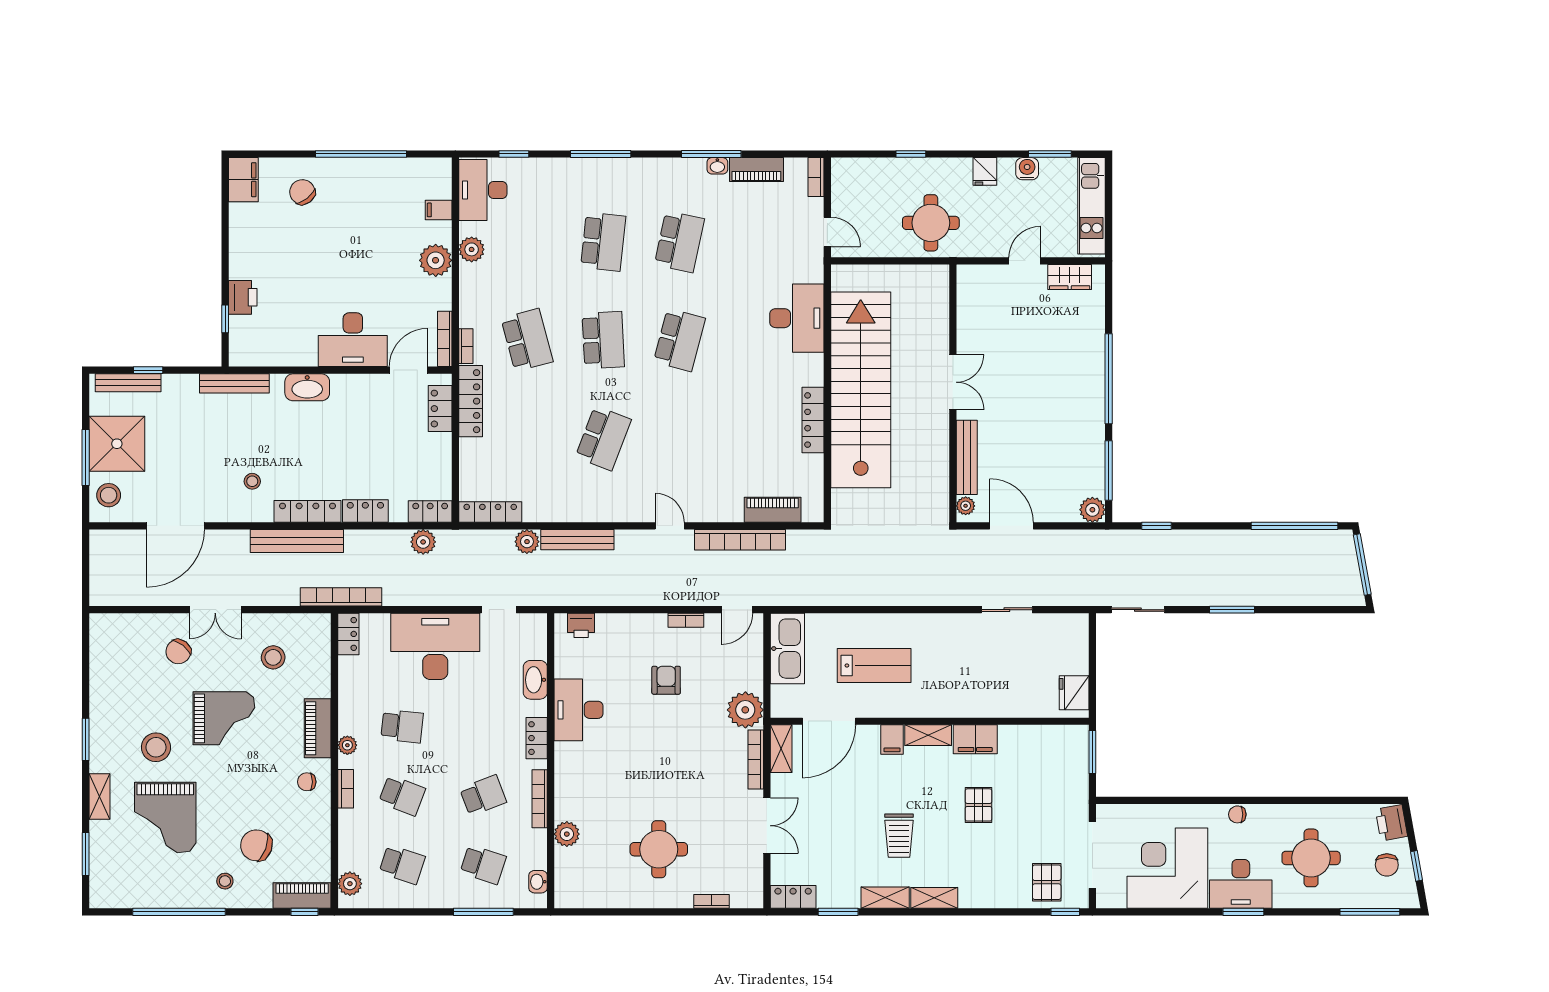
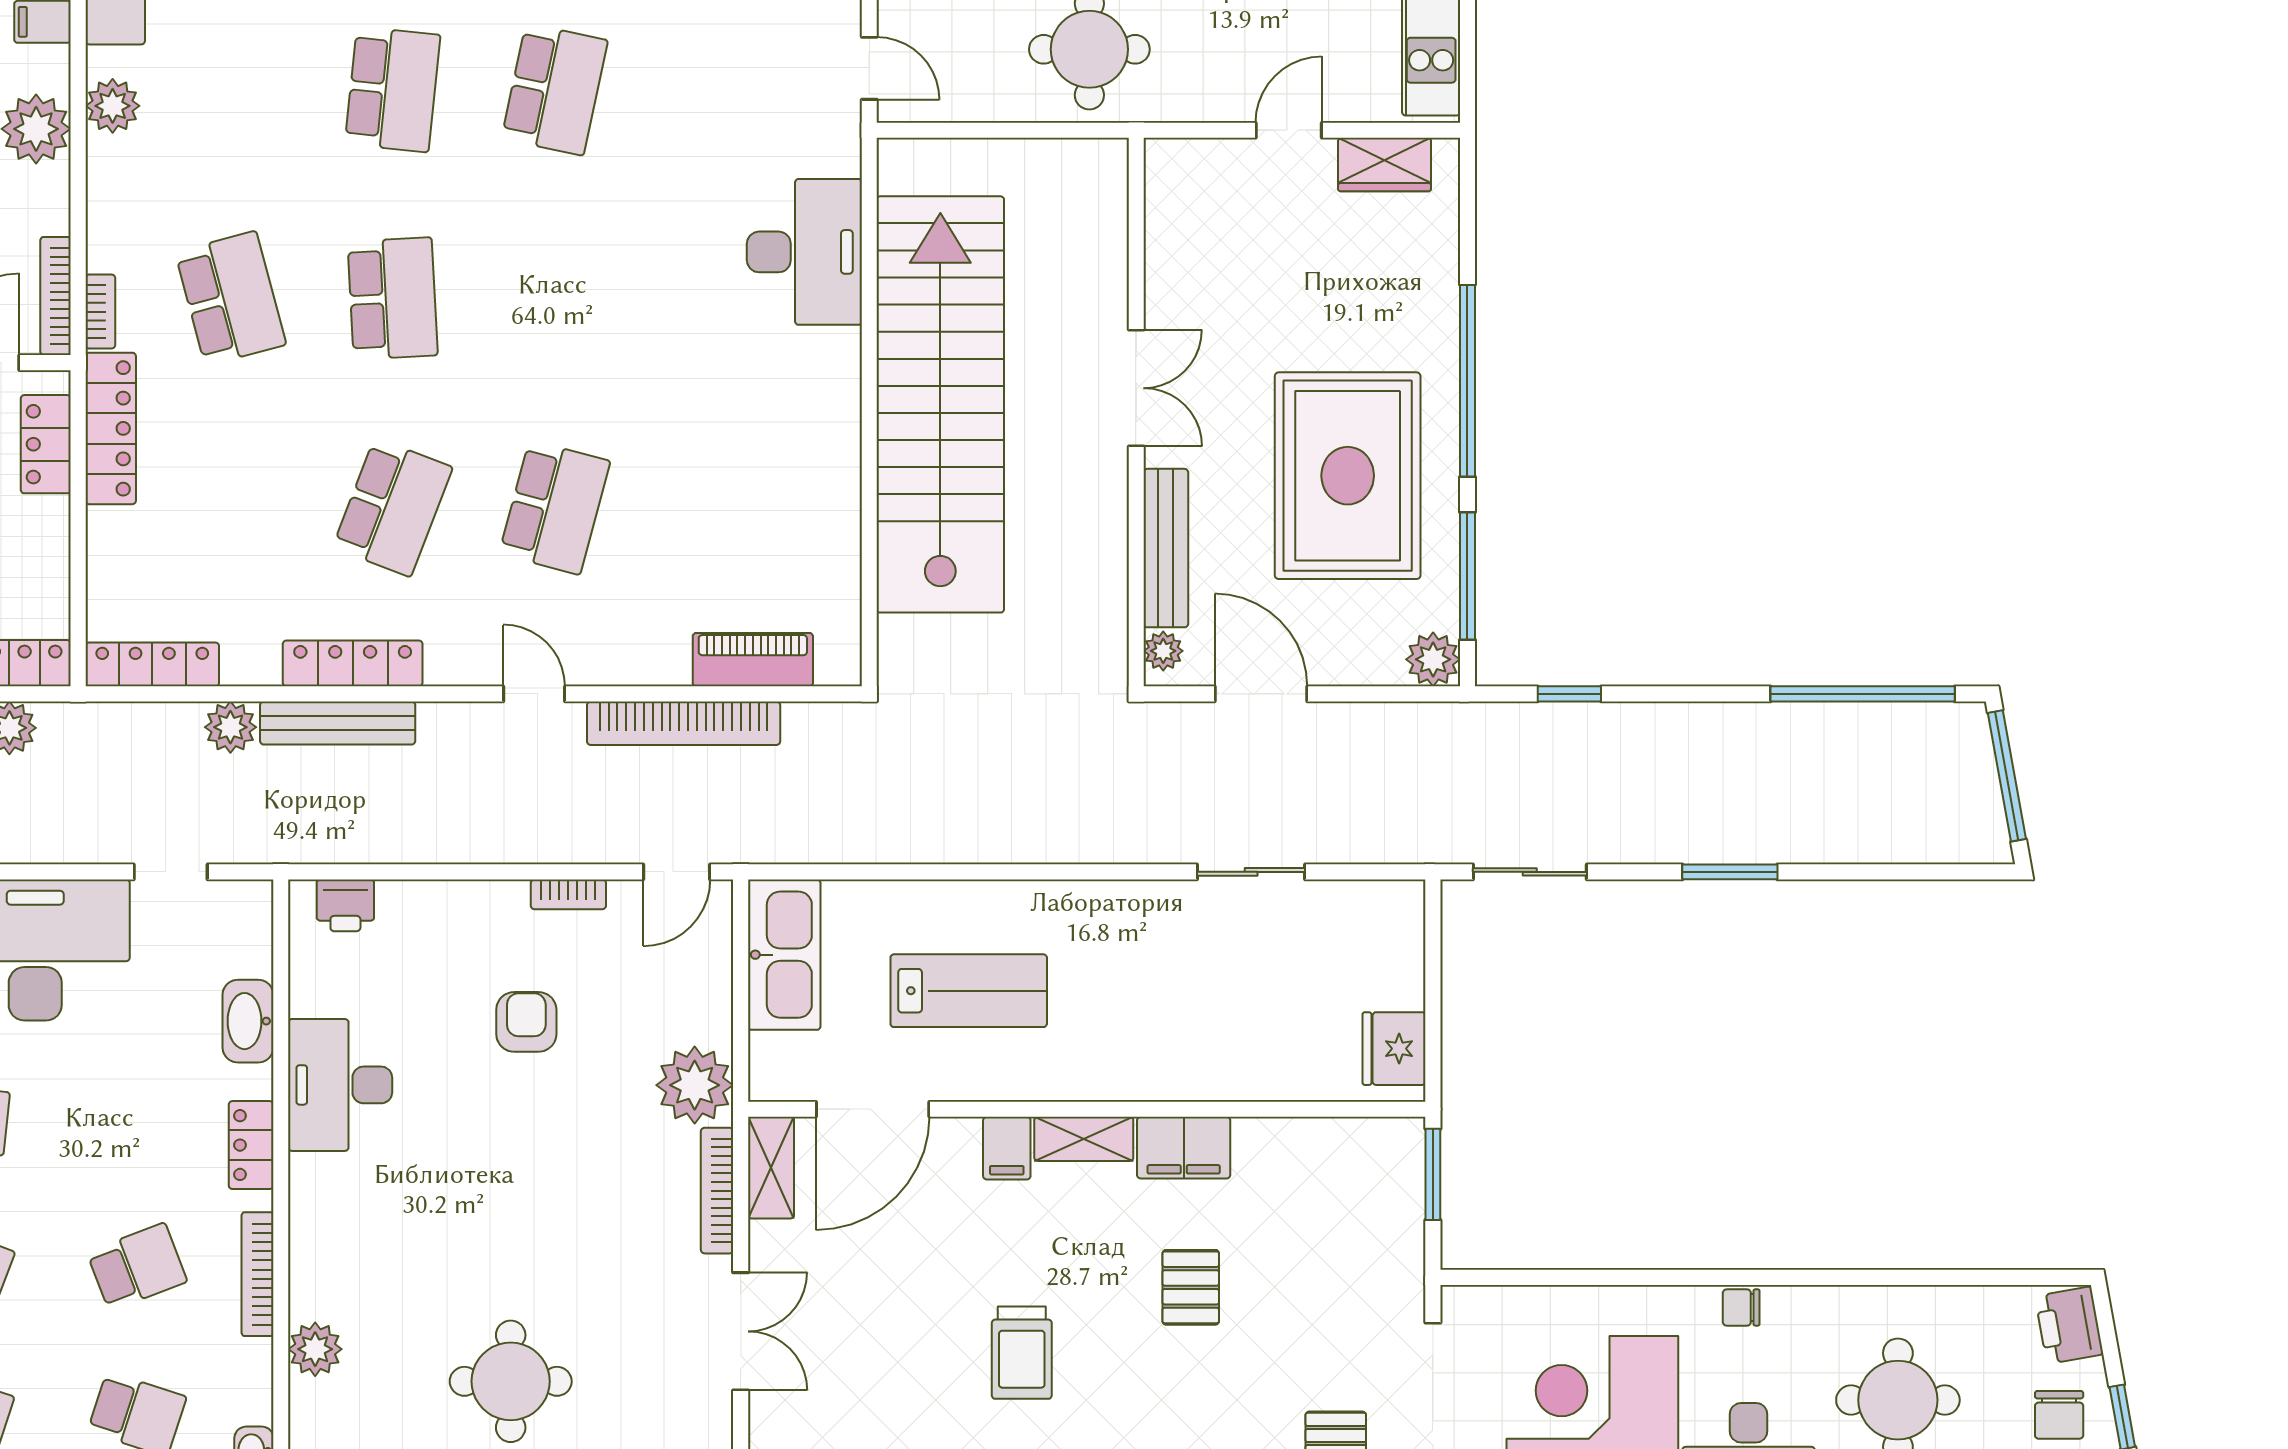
school desk: (679, 340) -> (555, 507), moved
locker: (813, 420) -> (353, 663), moved, turned 90
rug: (1052, 423) -> (1348, 476), added

